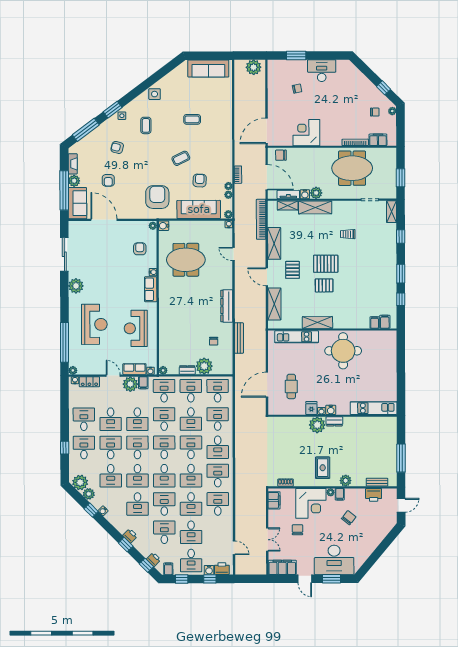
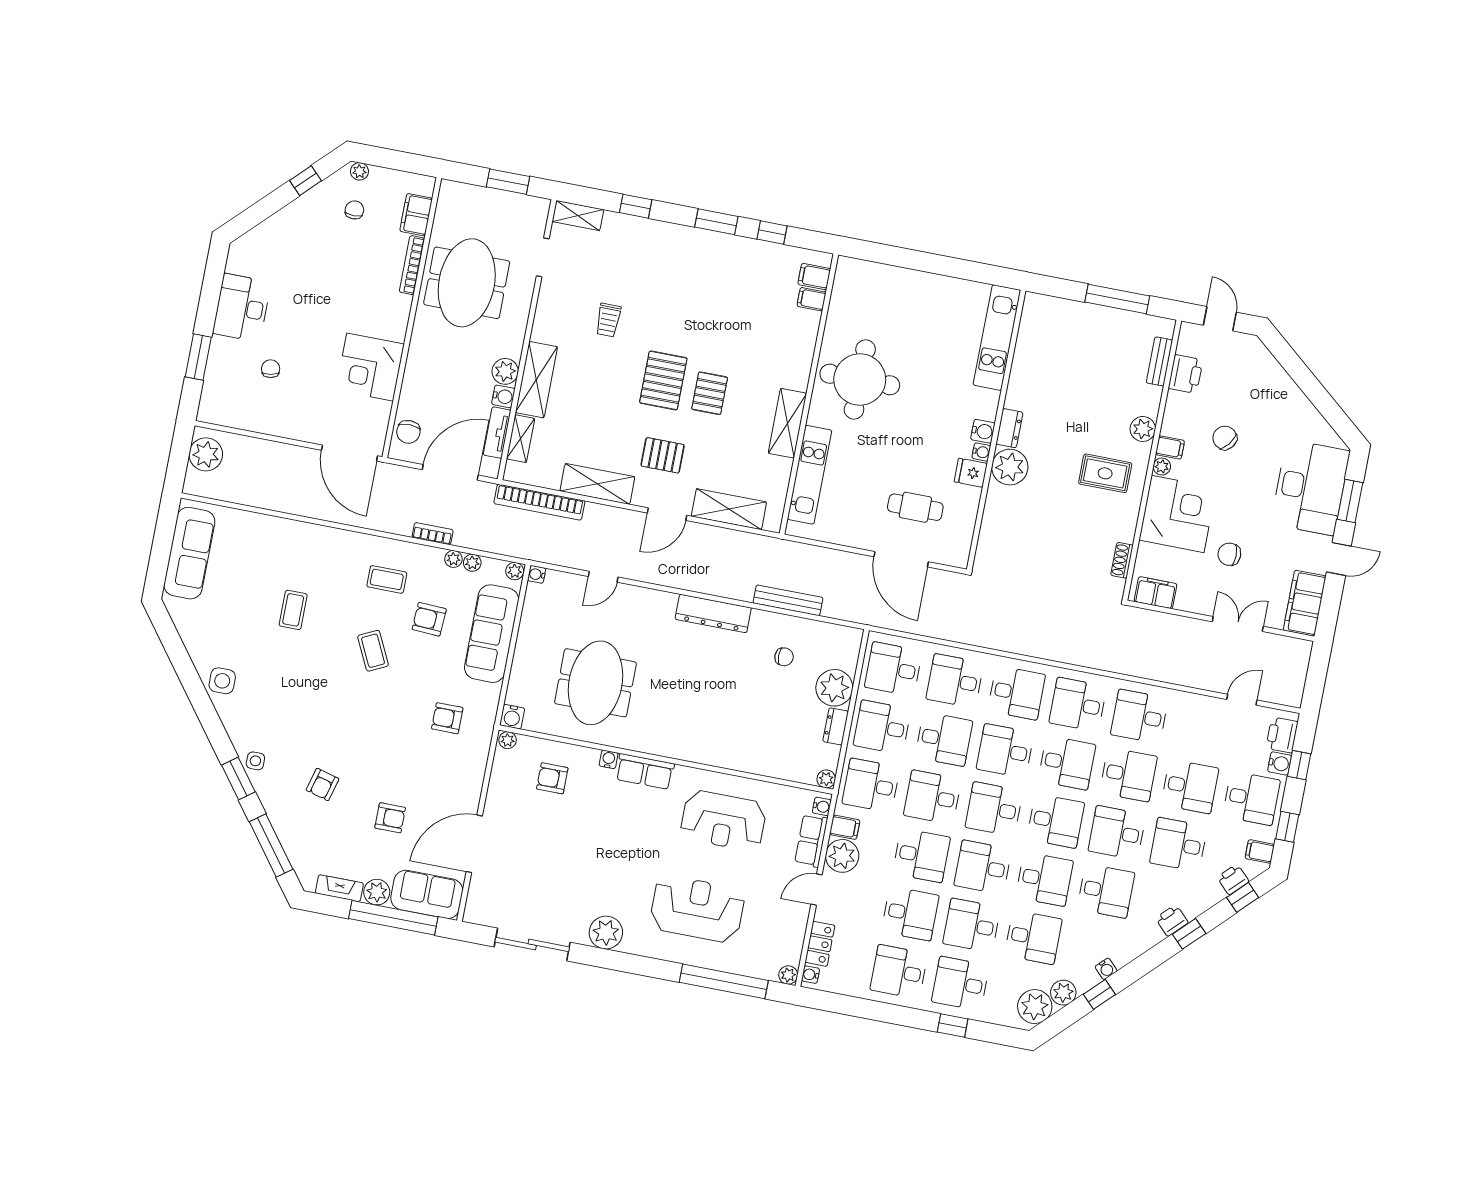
coffee table: (146, 125) -> (387, 579), moved
armchair: (157, 197) -> (447, 718), width x0.53, depth x0.53

